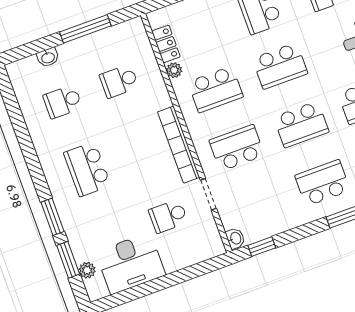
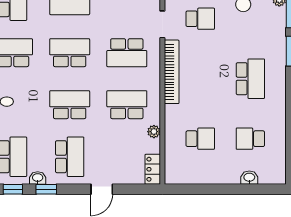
window: (85, 29) -> (212, 189), removed
locker: (166, 44) -> (153, 169), moved
school desk: (63, 102) -> (250, 139), turned 180

